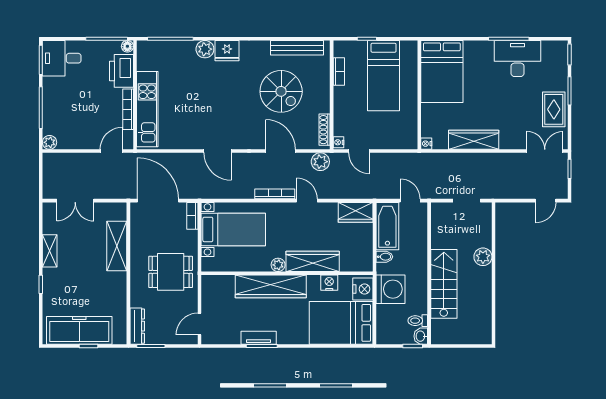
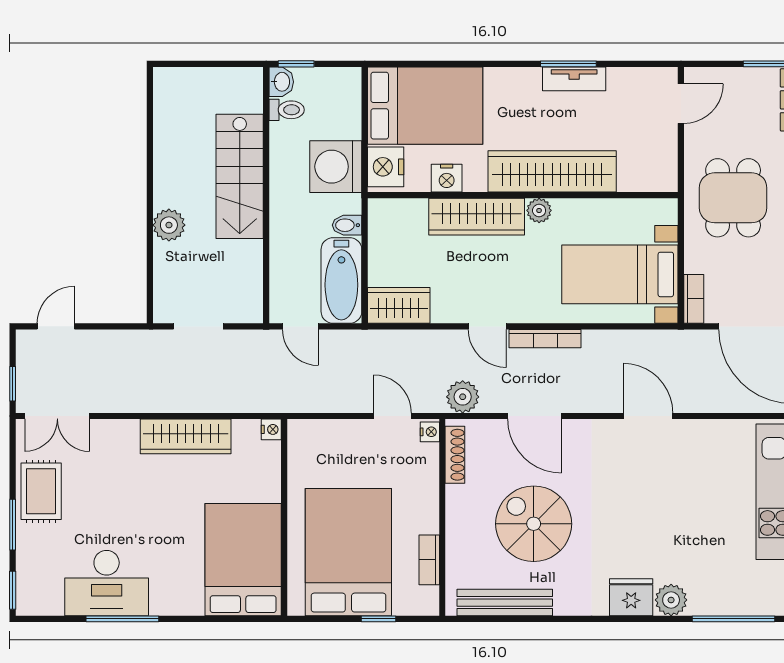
bed: (384, 76) -> (348, 552), width x1.50
dining table: (171, 272) -> (733, 198), turned 90

